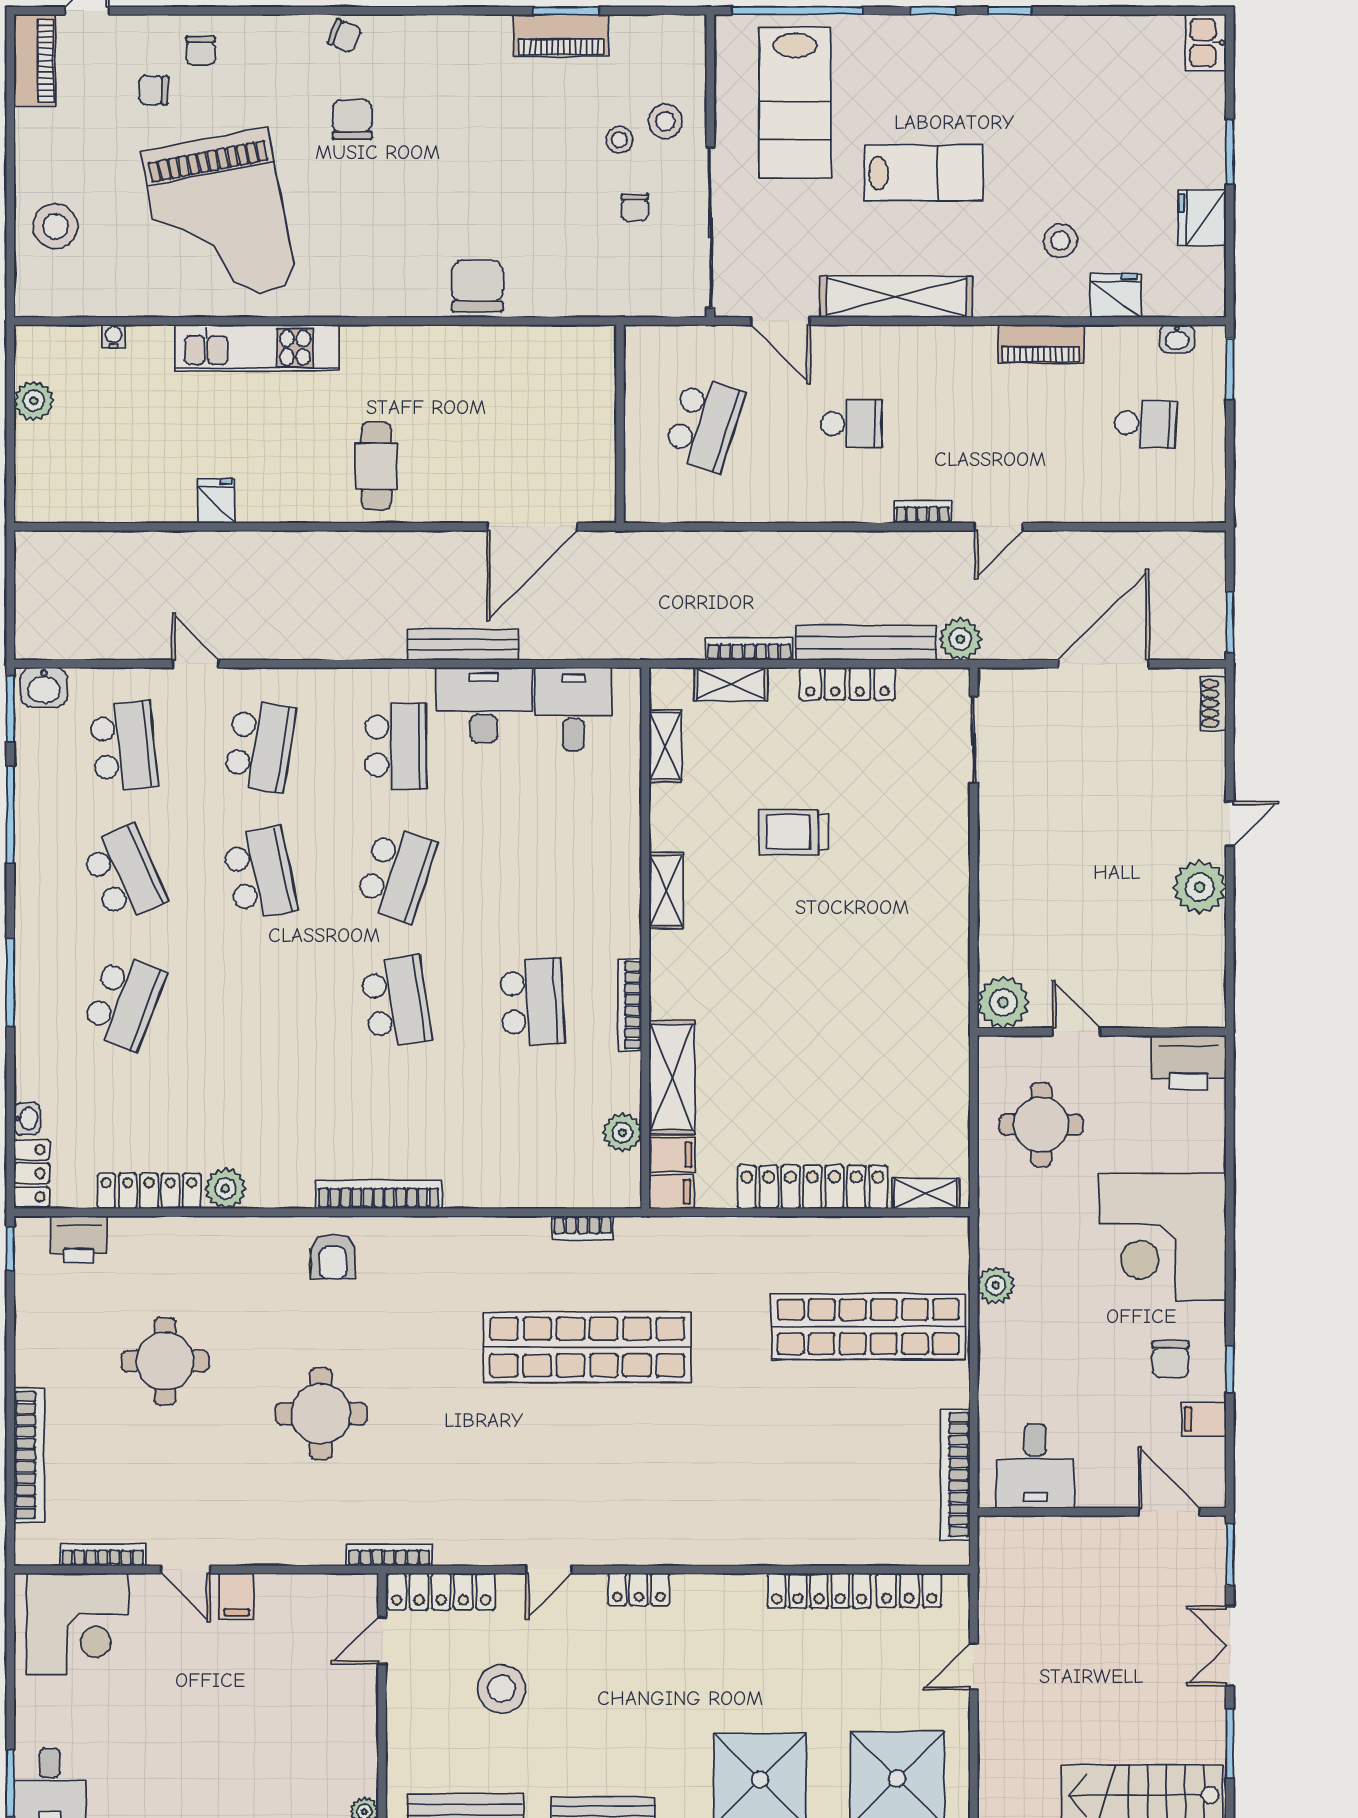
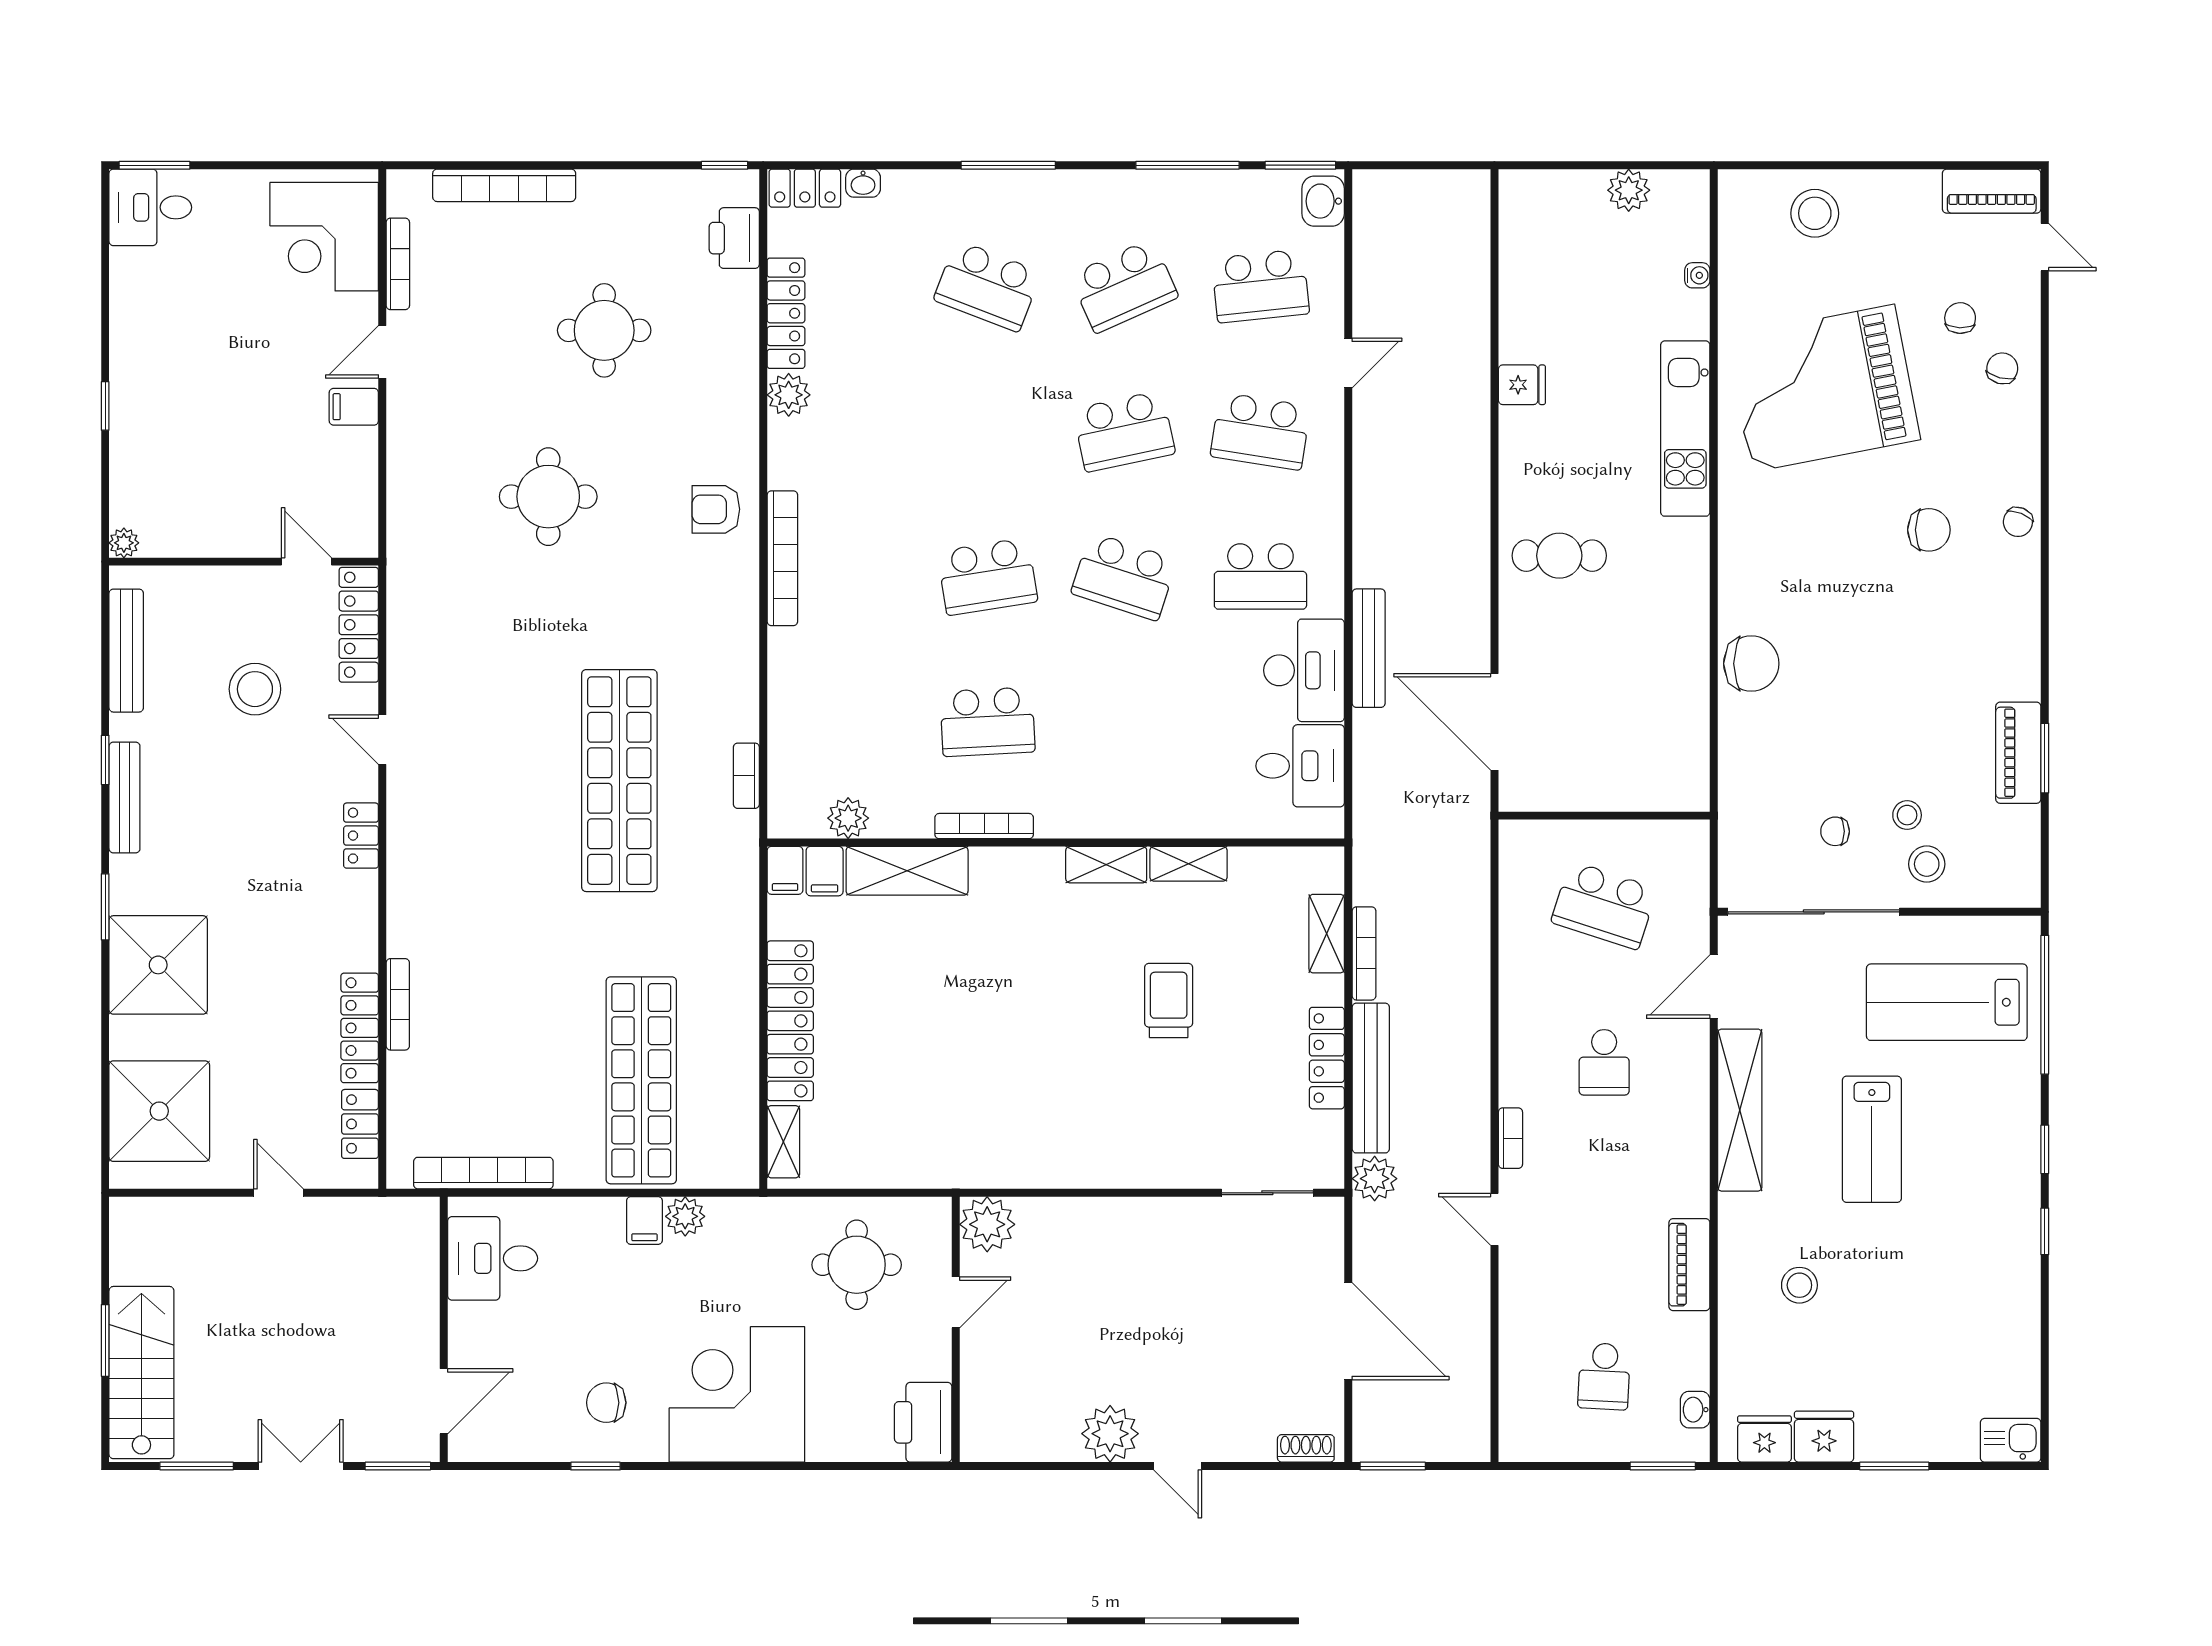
chair: (201, 51) -> (2002, 368), turned 105
fridge: (1116, 296) -> (1764, 1439), moved, turned -90
shelving: (665, 746) -> (1188, 864), moved
filing cabinet: (1204, 1419) -> (644, 1221), moved, turned 180
bookcase: (389, 1555) -> (398, 1004), moved

